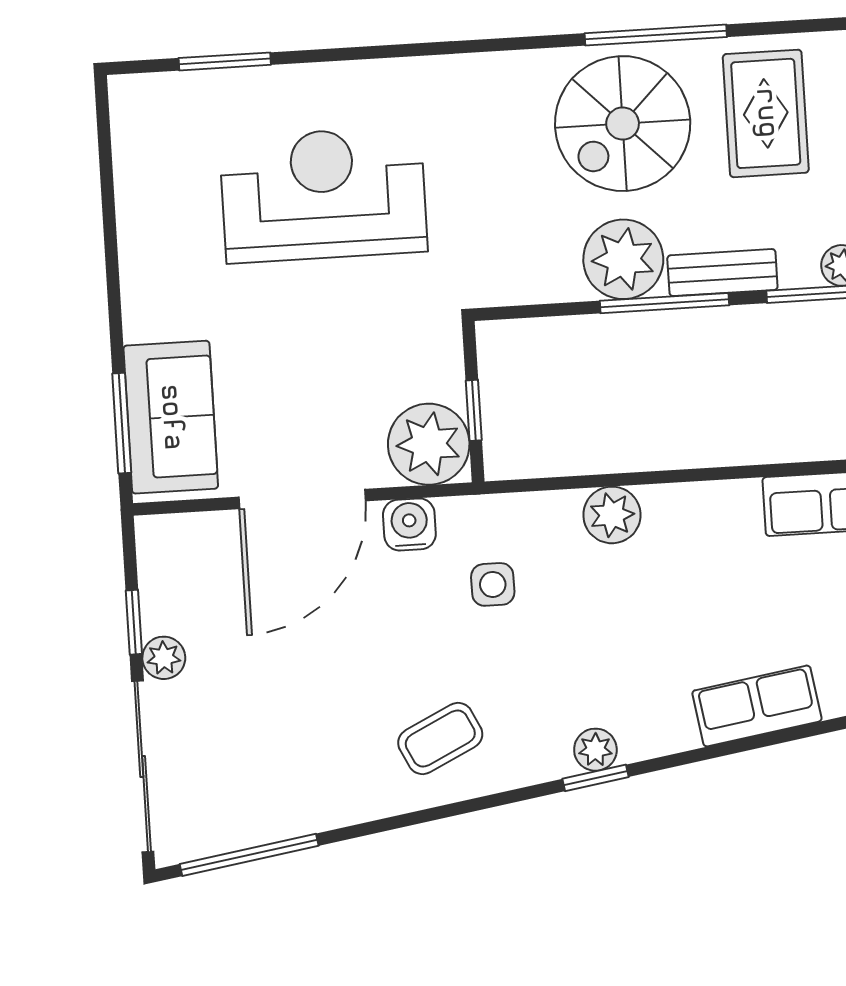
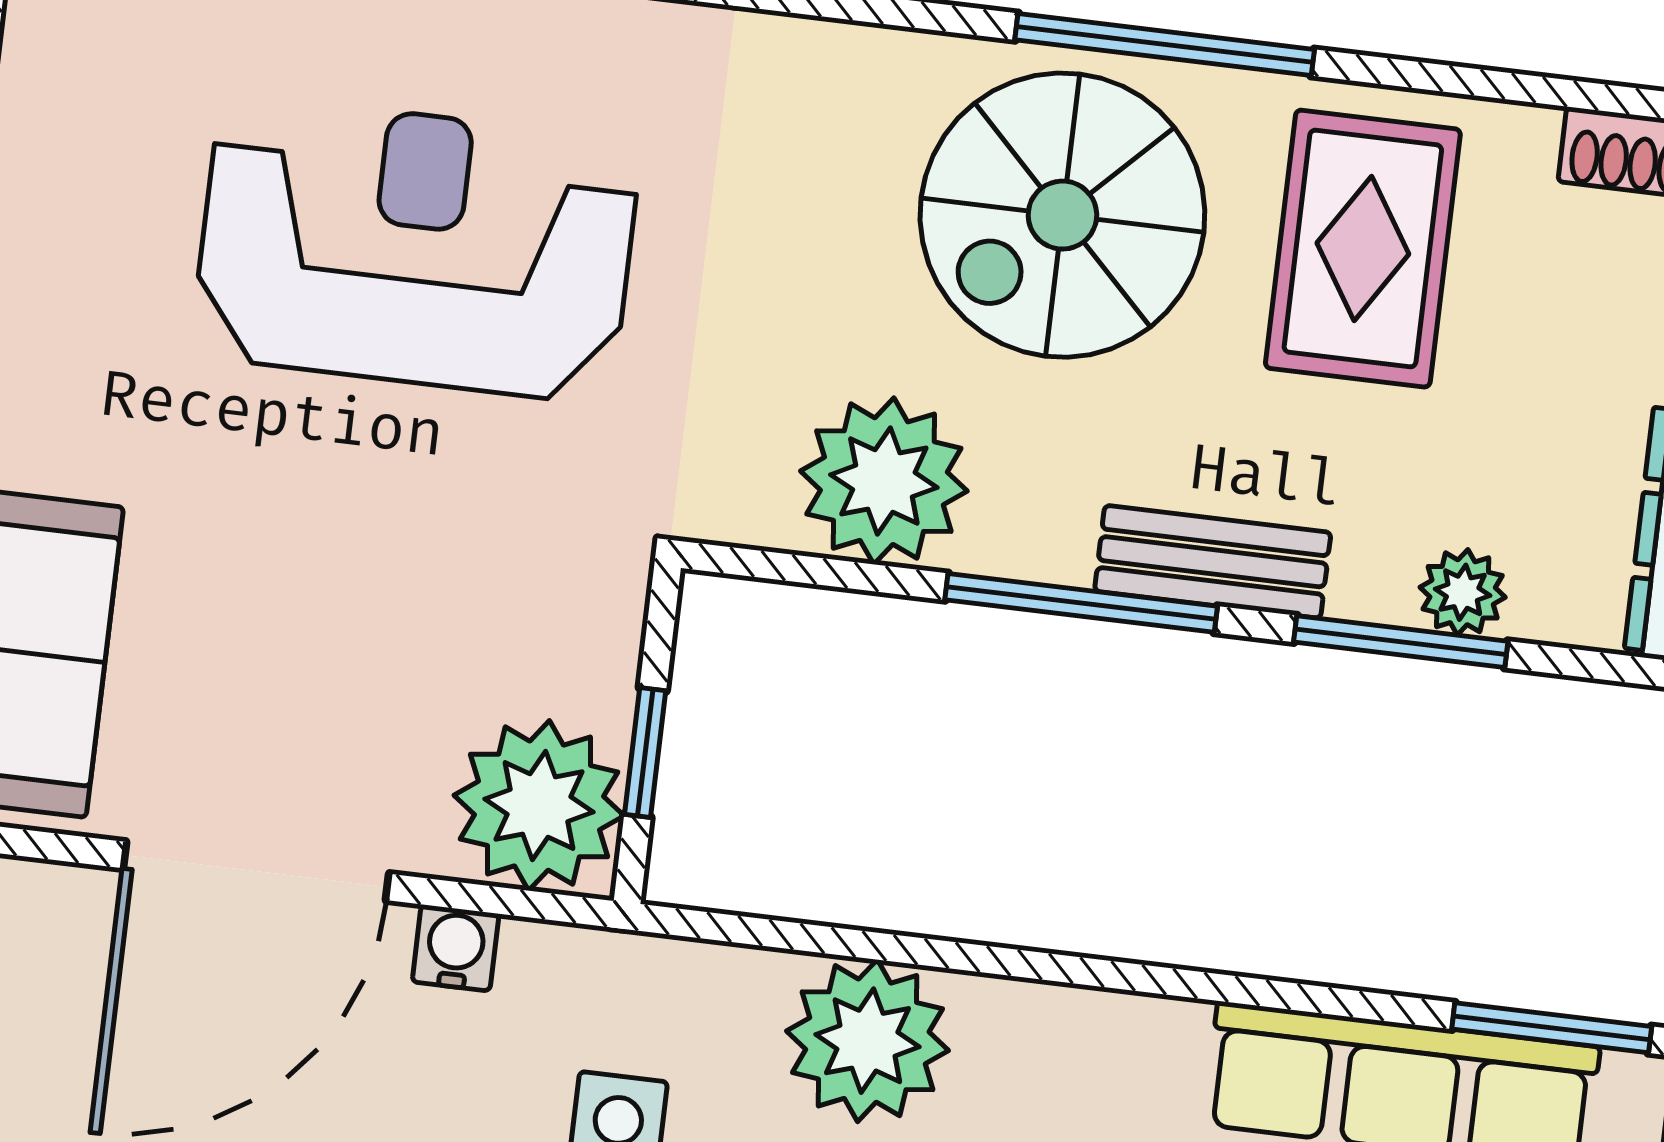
plant: (623, 259) -> (884, 481), moved
plant: (612, 515) -> (867, 1041), width x1.36, depth x1.36
water cooler: (409, 524) -> (456, 948), width x0.72, depth x0.72

